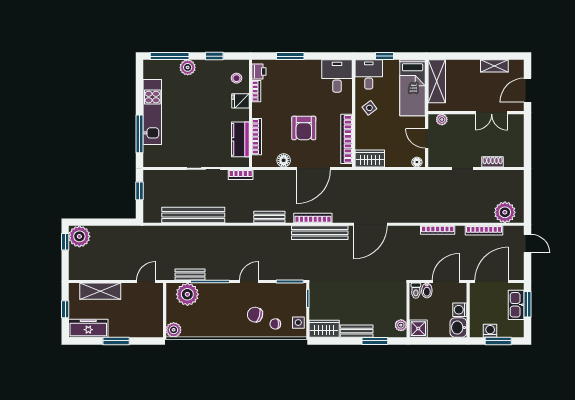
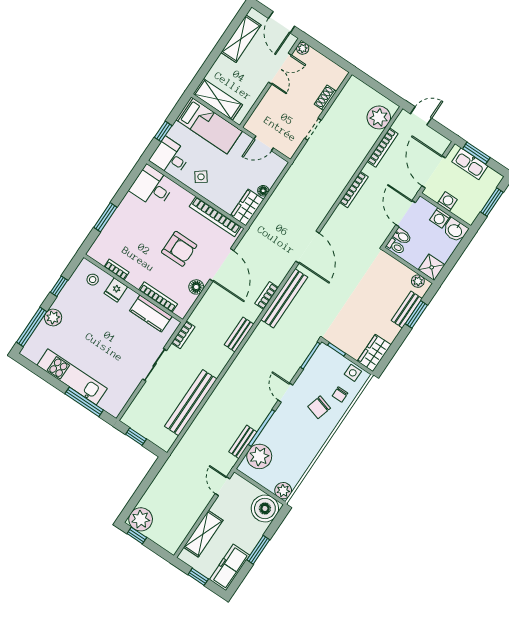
shelving: (494, 66) -> (241, 39), width x1.50, depth x1.33
printer: (259, 72) -> (100, 255), removed
plant: (442, 120) -> (303, 48), moved
floor lamp: (417, 162) -> (263, 191), moved
bookcase: (313, 218) -> (267, 296), width x0.64
boiler: (151, 325) -> (265, 508), added
bench: (357, 331) -> (407, 310), moved
washing machine: (490, 331) -> (447, 201), moved, turned 90

